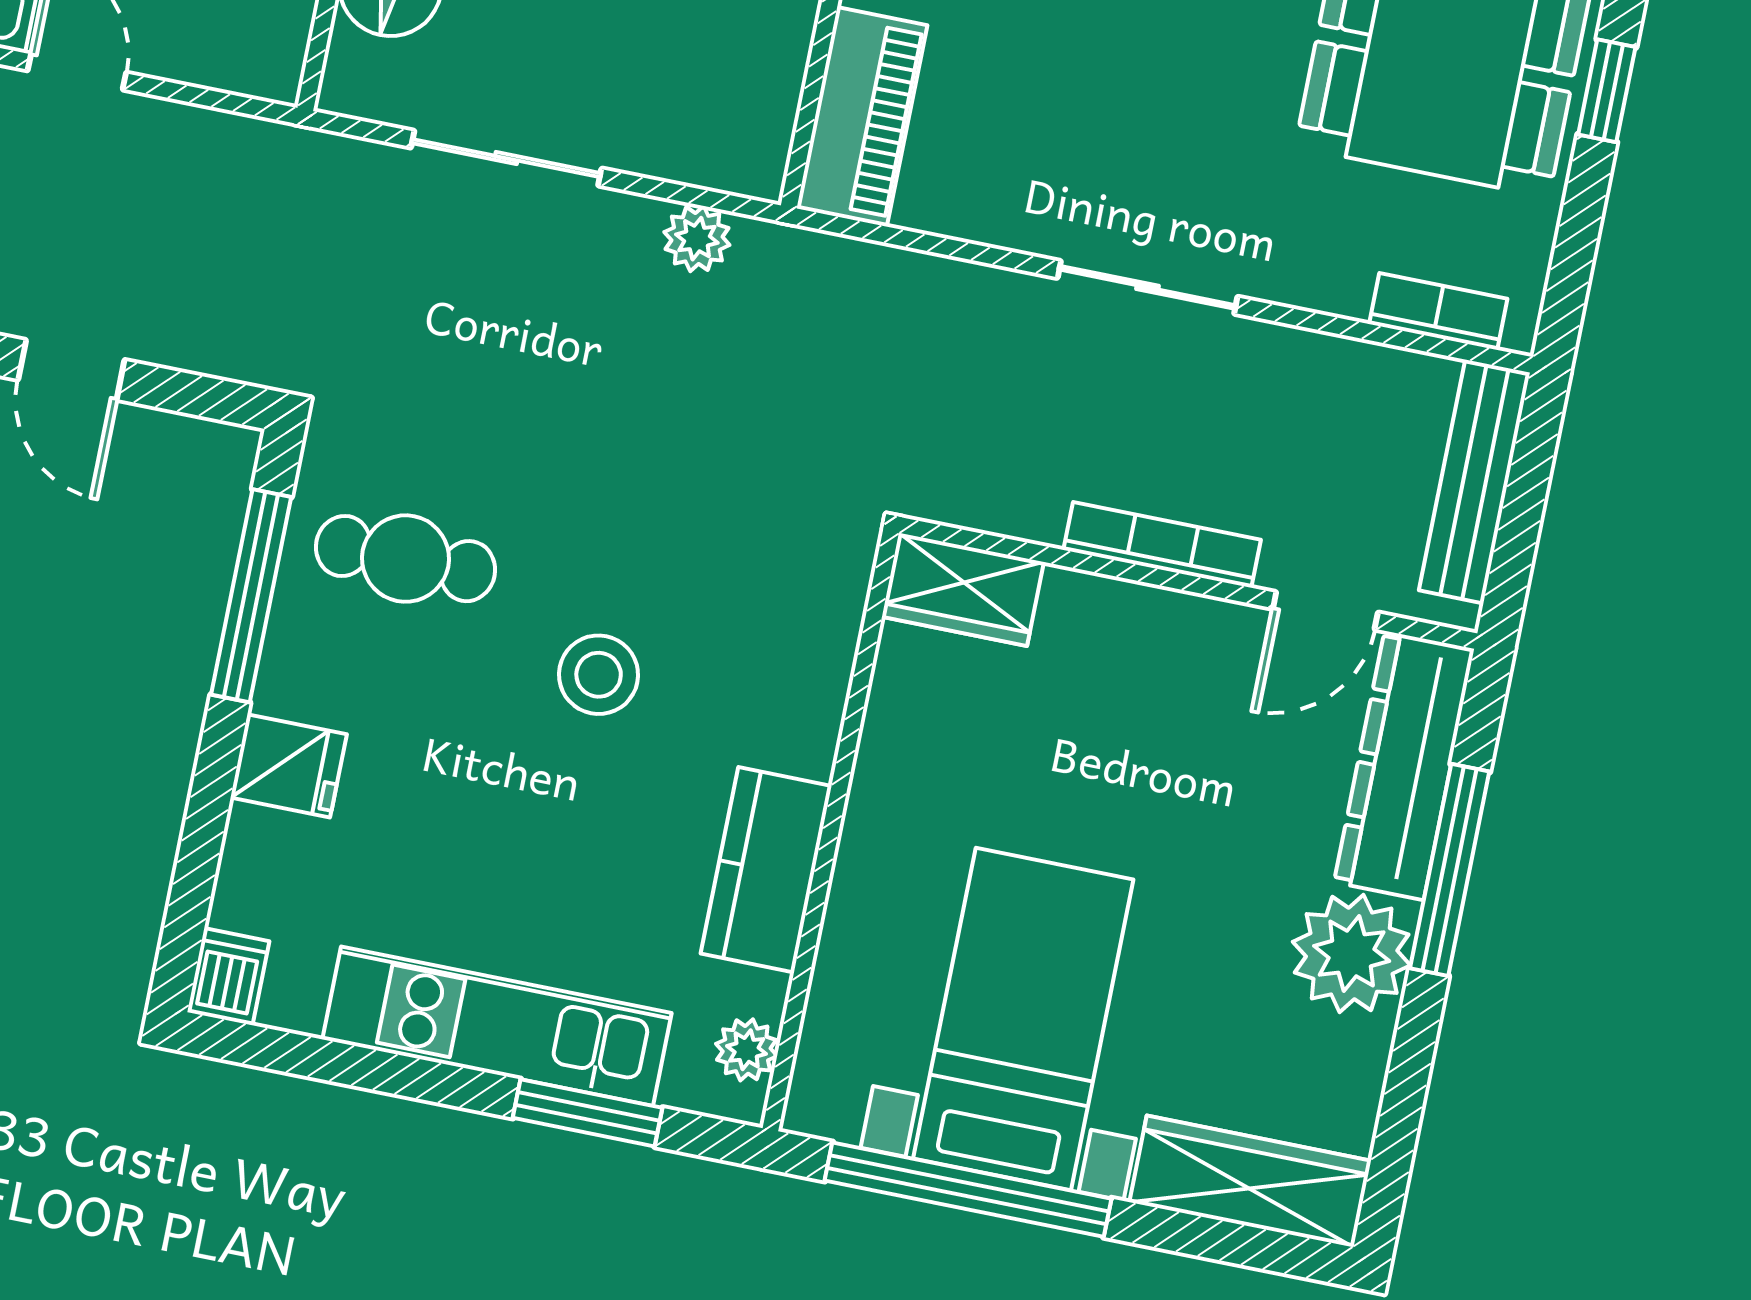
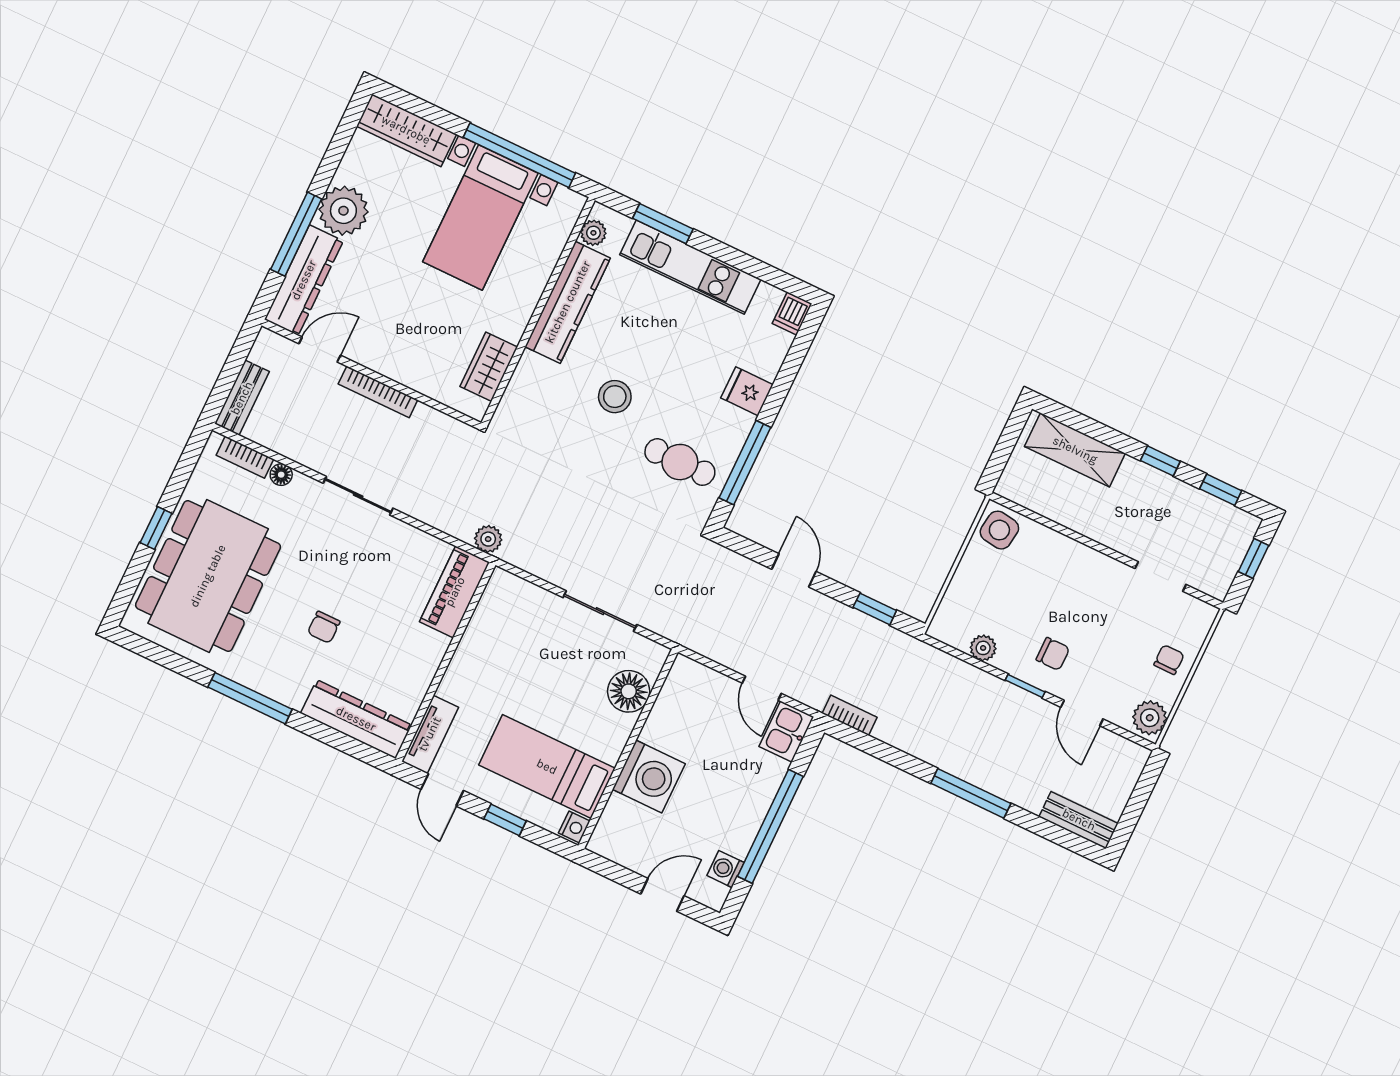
plant: (697, 239) -> (488, 539), moved
floor lamp: (1342, 292) -> (281, 475), added
bench: (1474, 481) -> (242, 398), width x0.73
wardrobe: (963, 589) -> (489, 367), moved, turned -90
kitchen counter: (766, 870) -> (568, 302), width x1.50

